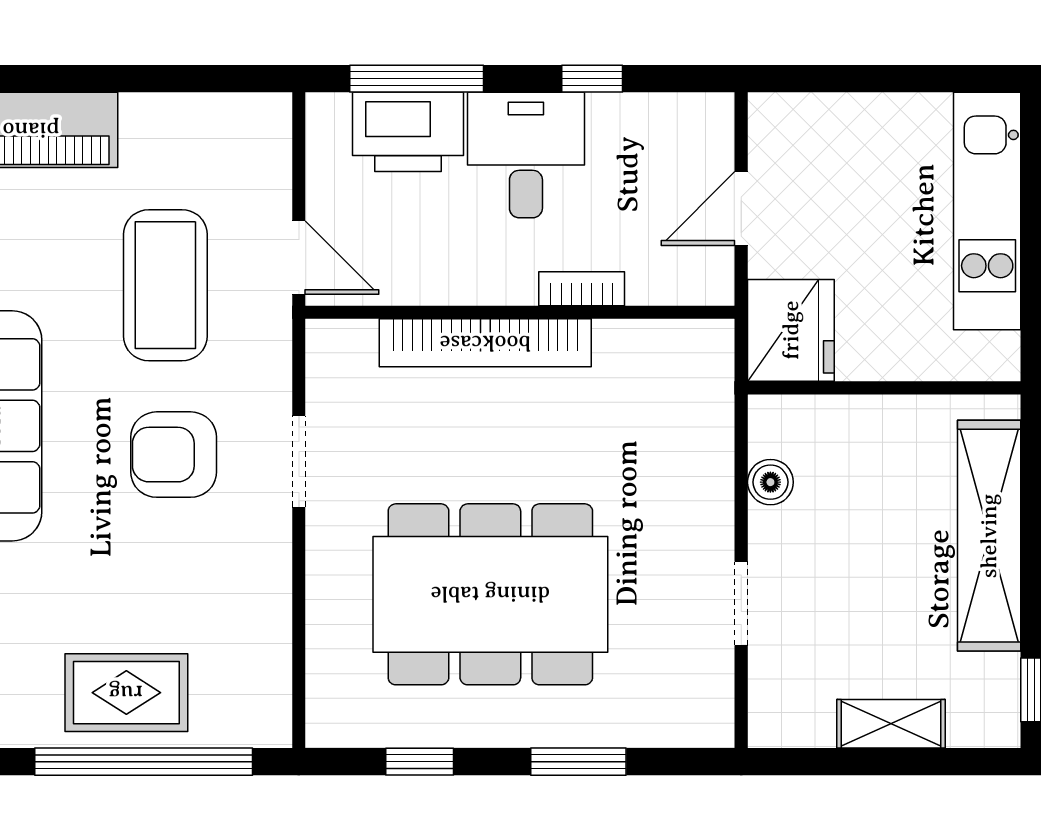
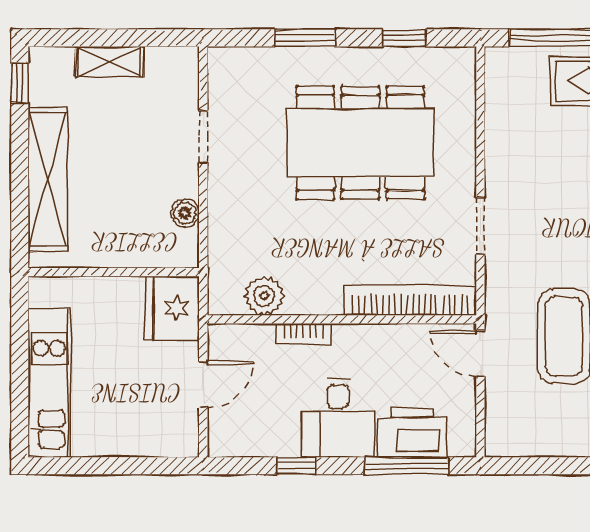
bookcase: (485, 343) -> (410, 300), moved
plant: (644, 350) -> (264, 296), added
armchair: (174, 455) -> (559, 230), removed

